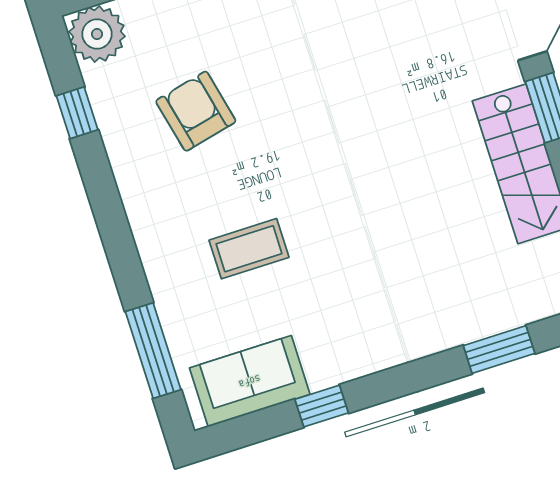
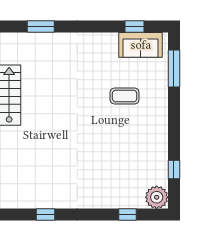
armchair: (196, 111) -> (128, 155), removed
window: (322, 406) -> (135, 27), moved

